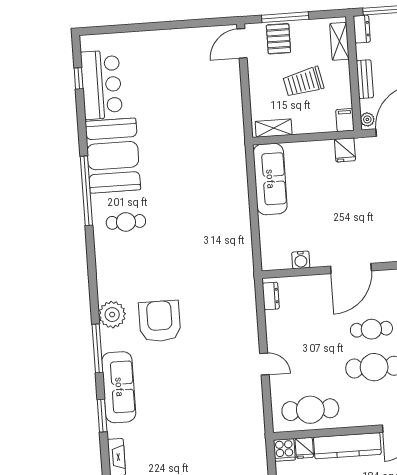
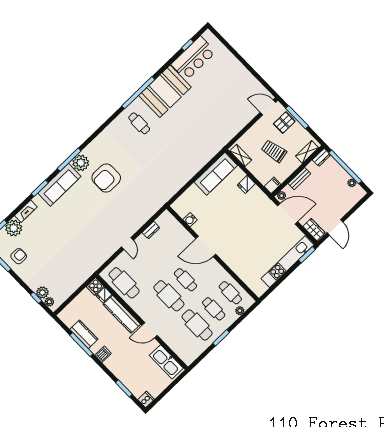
fridge: (345, 150) -> (246, 184), moved
dresser: (271, 296) -> (151, 230), moved
plant: (112, 315) -> (81, 163), moved
armchair: (160, 321) -> (106, 178), turned 180

